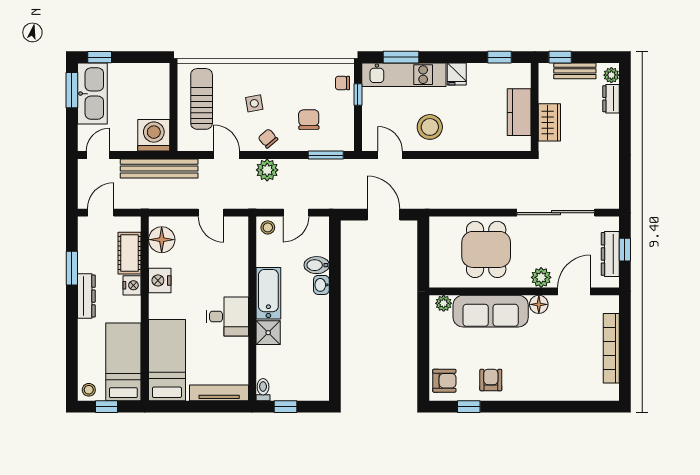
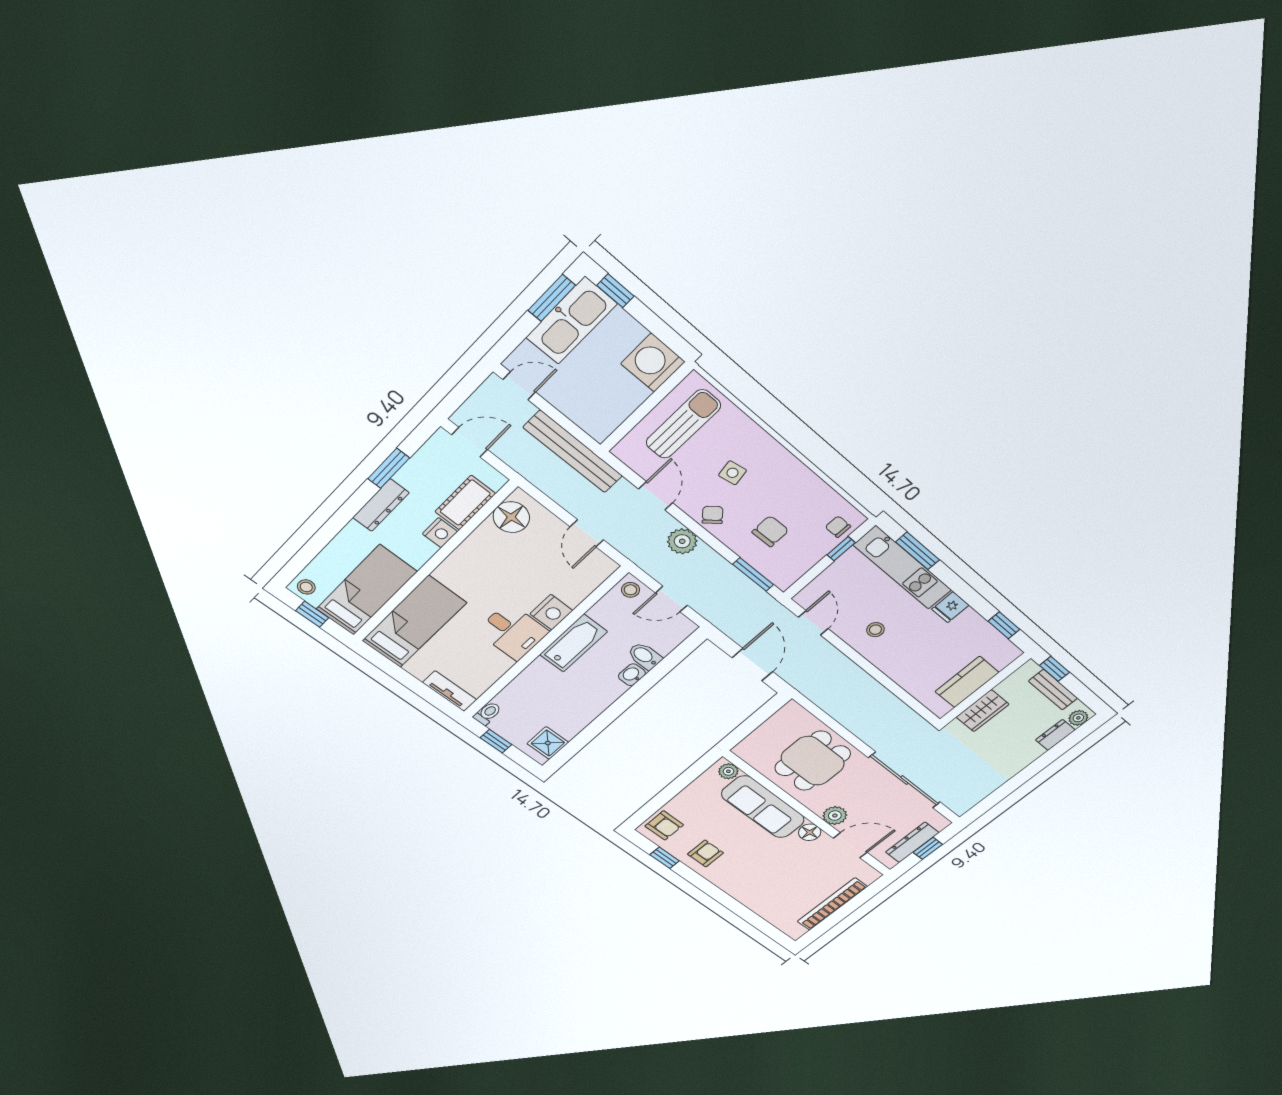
stool: (430, 127) -> (875, 630), width x0.53, depth x0.53
washing machine: (154, 135) -> (653, 363), moved, turned -90
nightstand: (160, 280) -> (551, 612), moved, turned 180
shower: (268, 333) -> (548, 743), moved
tv unit: (219, 393) -> (450, 691), width x0.71

